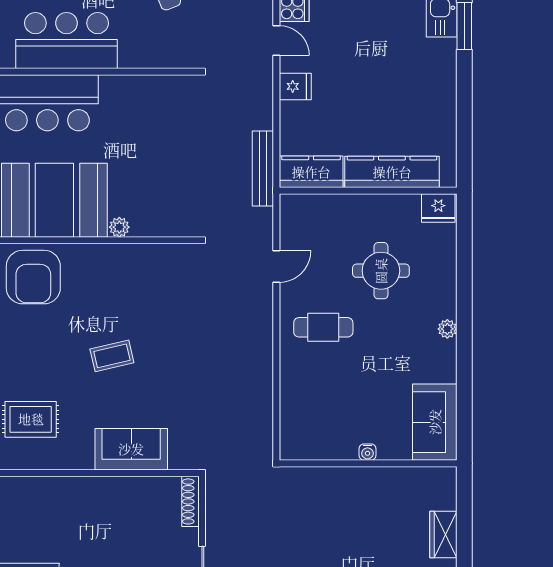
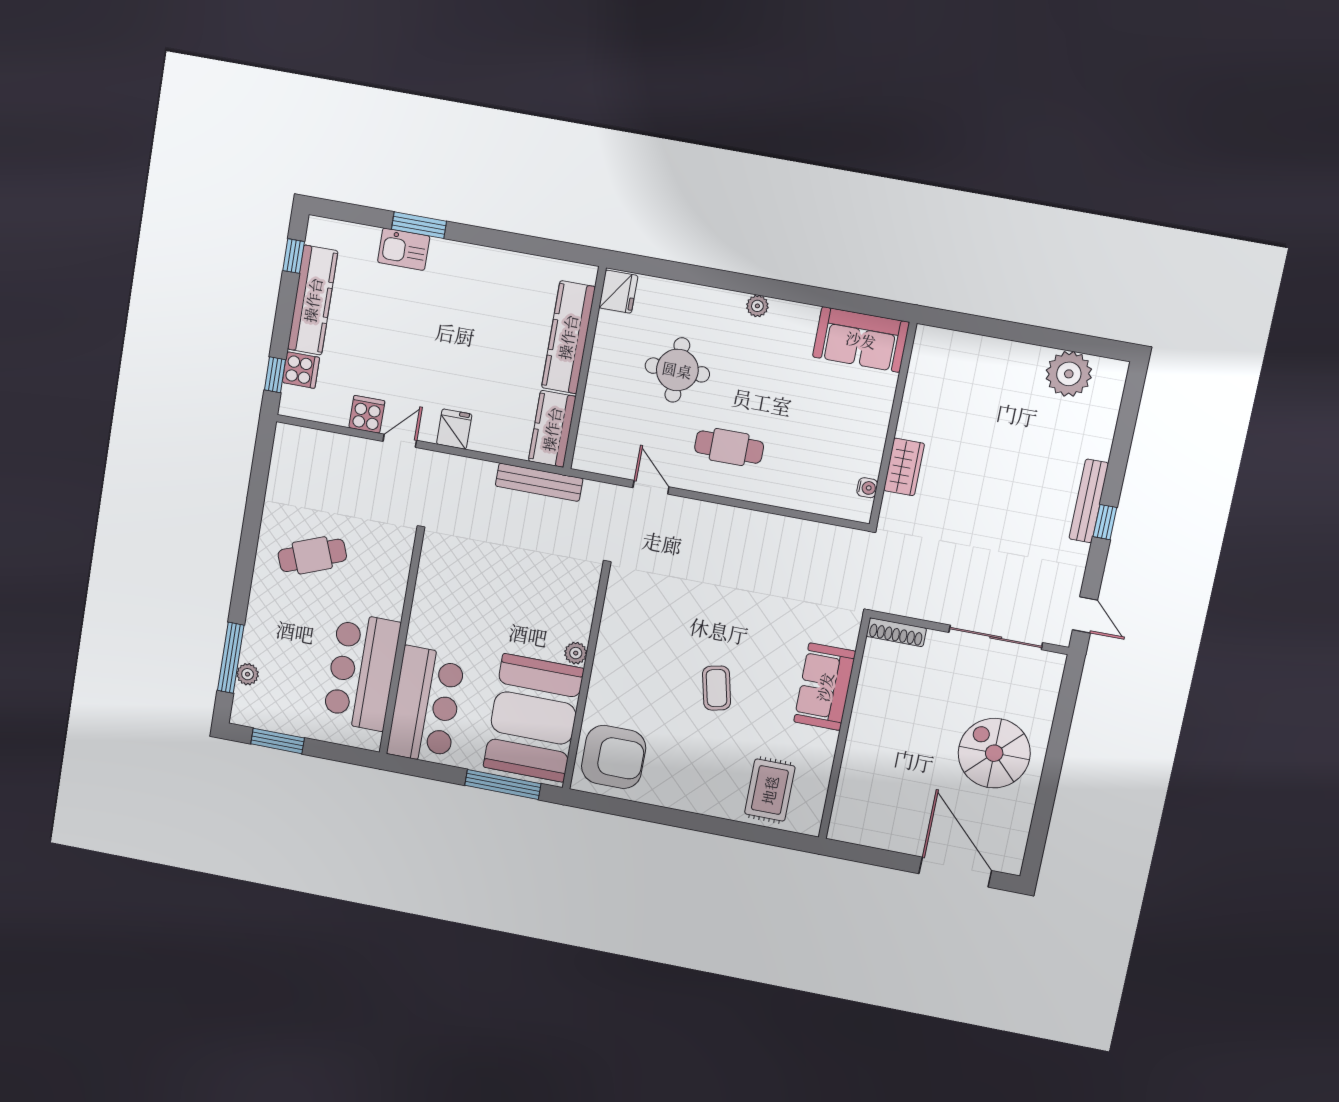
cafe table: (323, 327) -> (729, 447), turned 90
water cooler: (367, 452) -> (867, 488), moved
wardrobe: (443, 535) -> (904, 467), moved, turned -90

